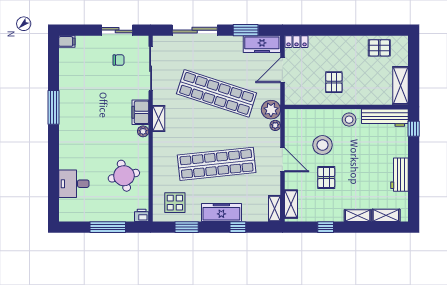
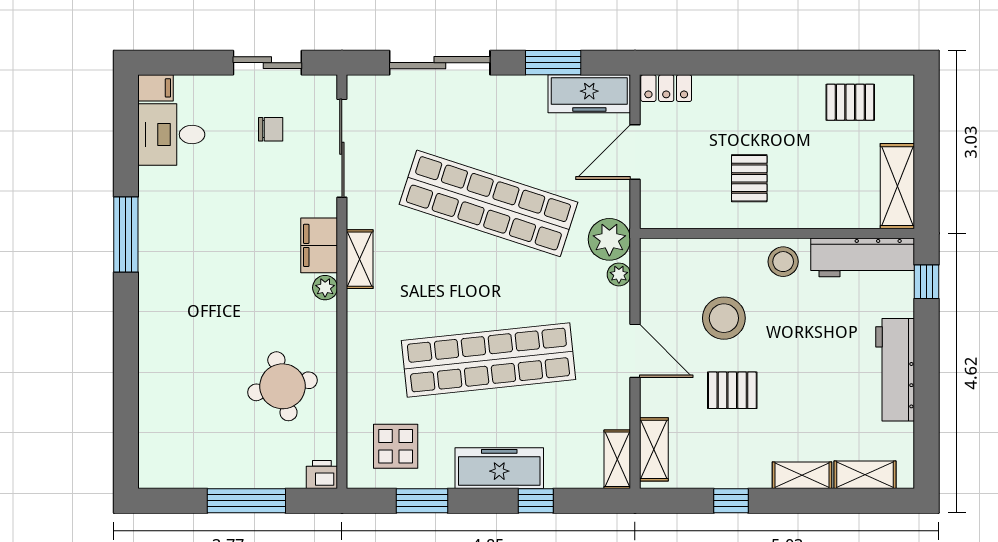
workbench: (400, 175) -> (895, 370), width x1.37
pallet: (326, 178) -> (732, 390), turned 90
desk: (74, 184) -> (171, 134), moved

